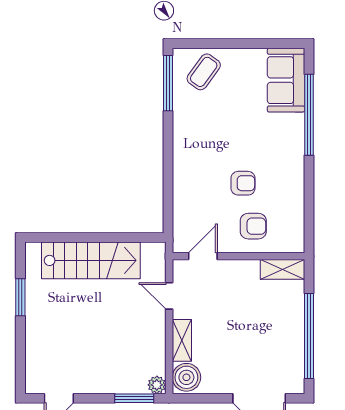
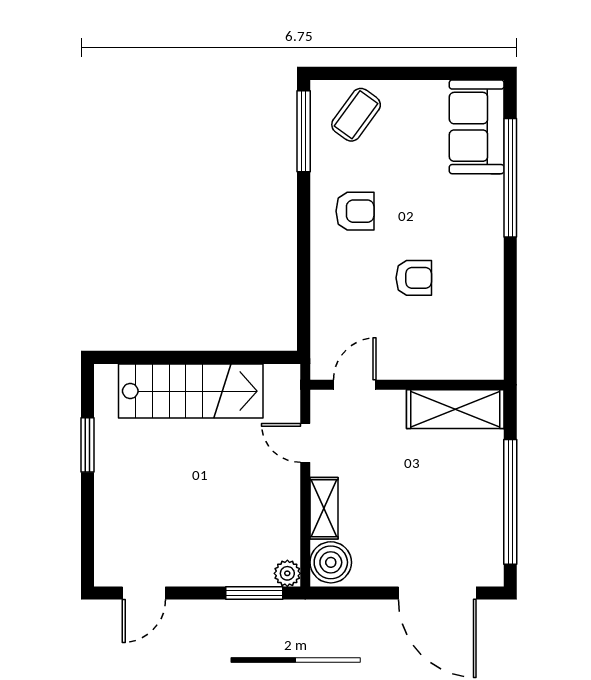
armchair: (253, 226) -> (355, 211), moved
shelving: (282, 269) -> (455, 409), width x1.50, depth x1.33

